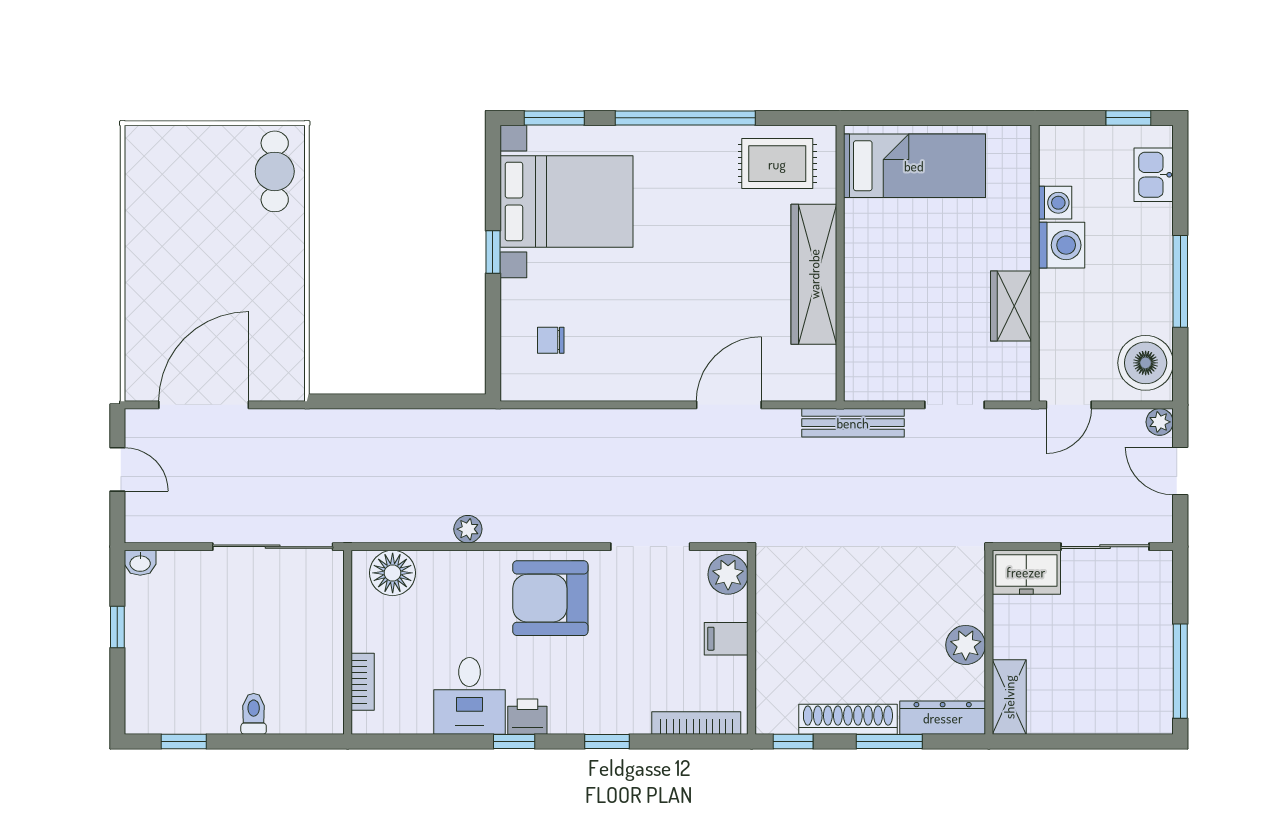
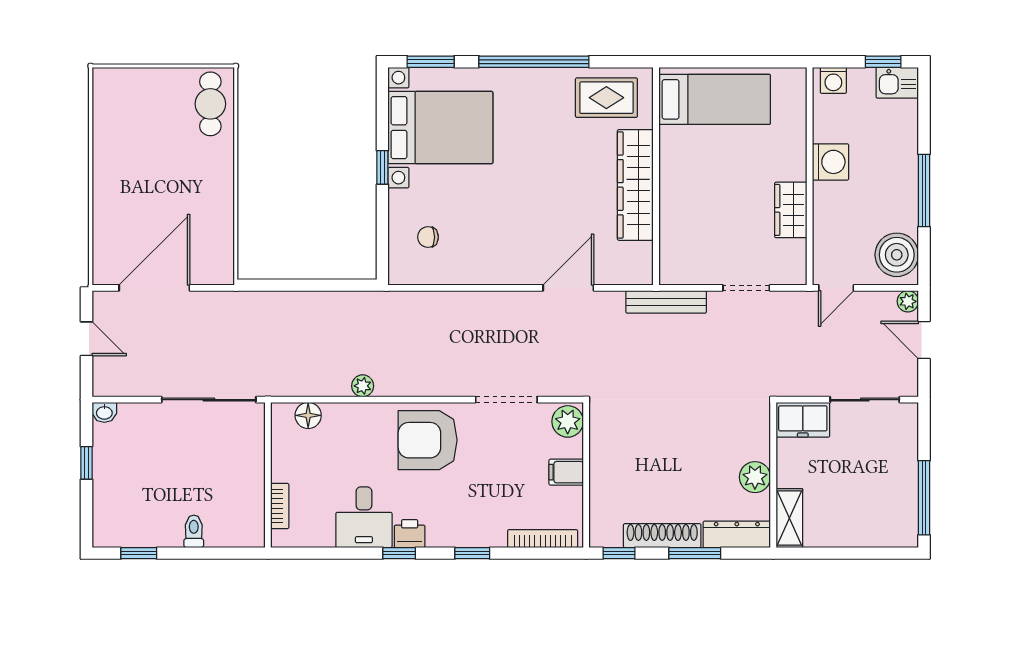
kitchen sink: (1154, 175) -> (897, 83), moved, turned -90
washing machine: (1055, 203) -> (833, 80), moved, turned 90
floor lamp: (393, 573) -> (308, 415), width x0.73, depth x0.73

